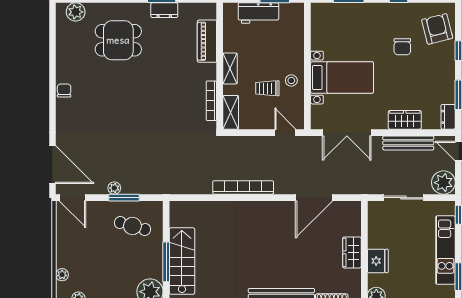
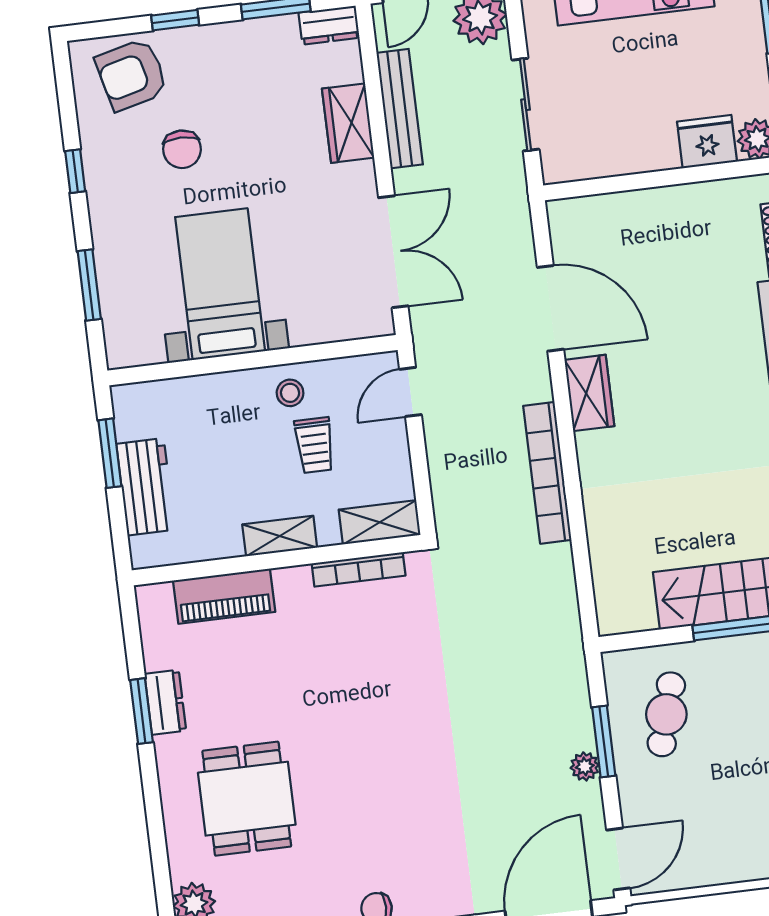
chair: (402, 47) -> (182, 149), turned 90
bed with nightstands: (342, 78) -> (220, 284), moved
wardrobe: (352, 252) -> (589, 393), moved, turned -90
fridge: (378, 261) -> (707, 142), moved

